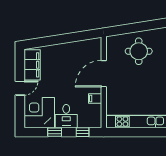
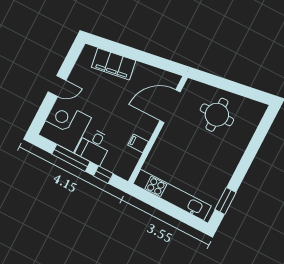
filing cabinet: (32, 65) -> (114, 64), moved, turned 81
door: (104, 74) -> (170, 106), moved
window: (55, 132) -> (71, 158), width x2.17

